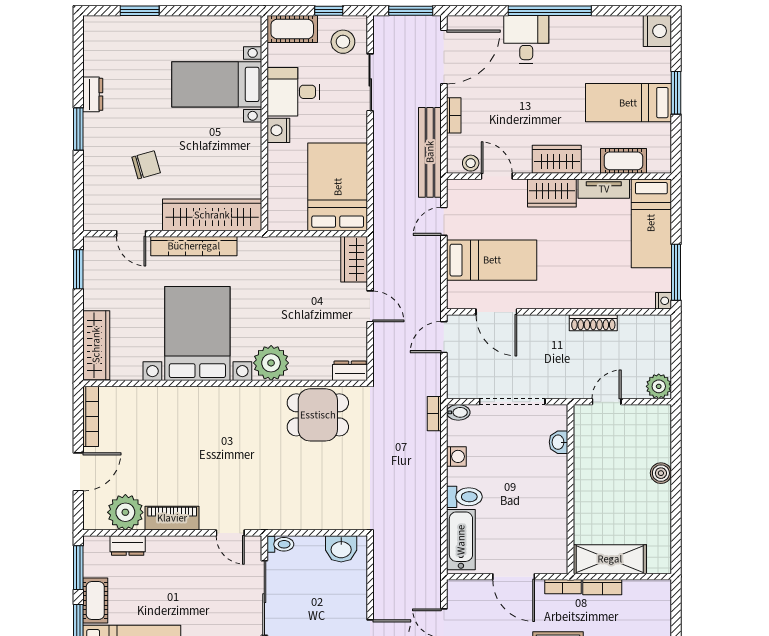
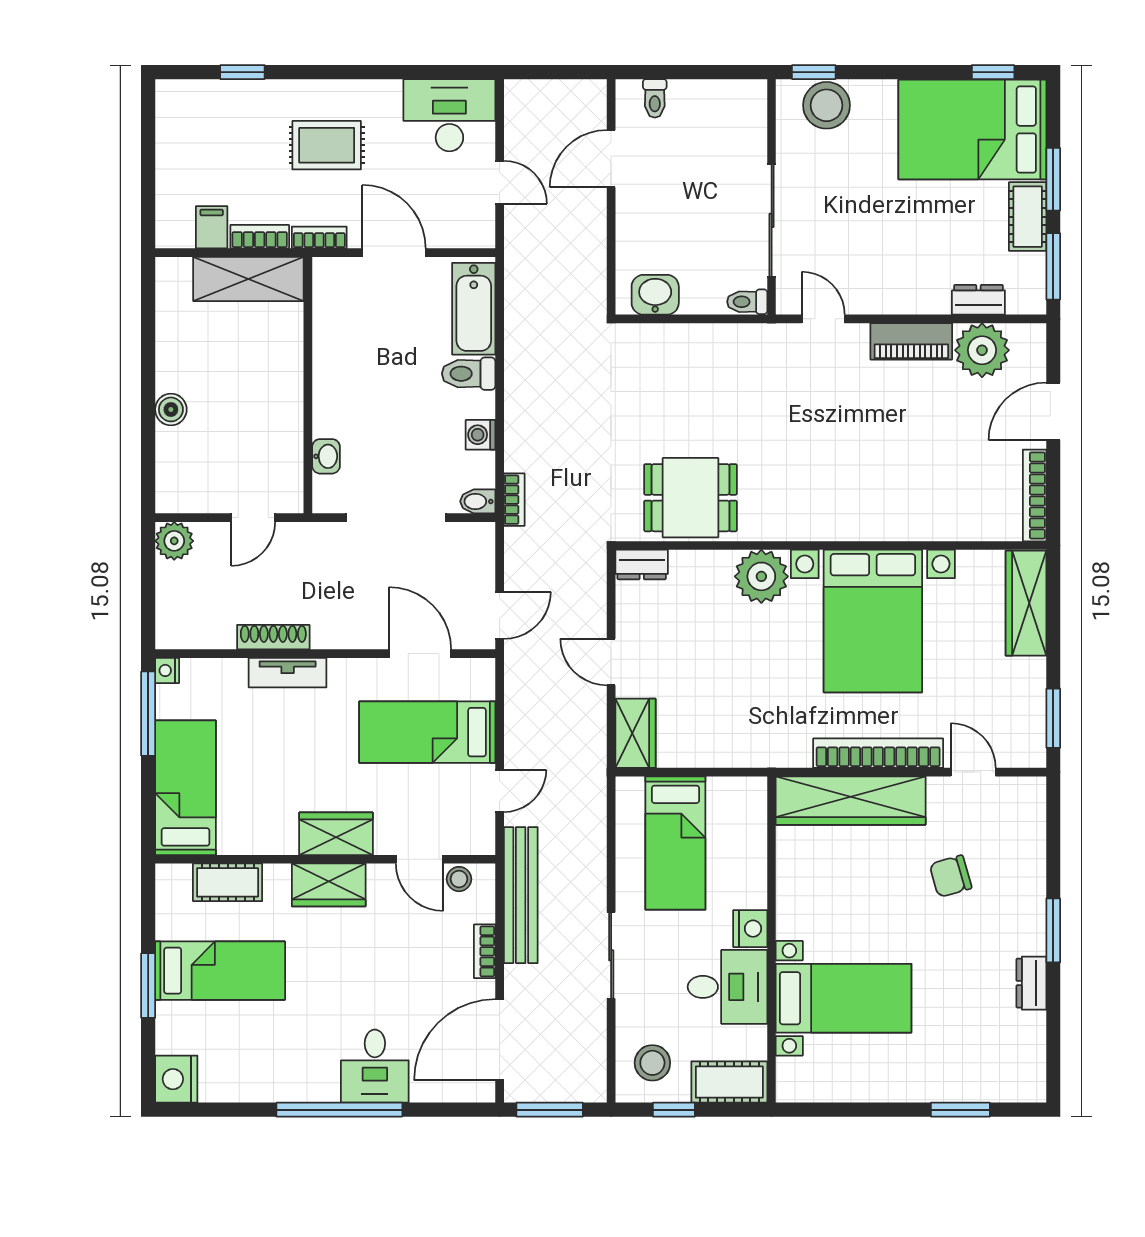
sliding door: (370, 82) -> (611, 955), moved
bed: (338, 187) -> (675, 843), width x0.67
tv unit: (604, 189) -> (288, 673), moved, turned 180
filing cabinet: (634, 593) -> (212, 227), added

